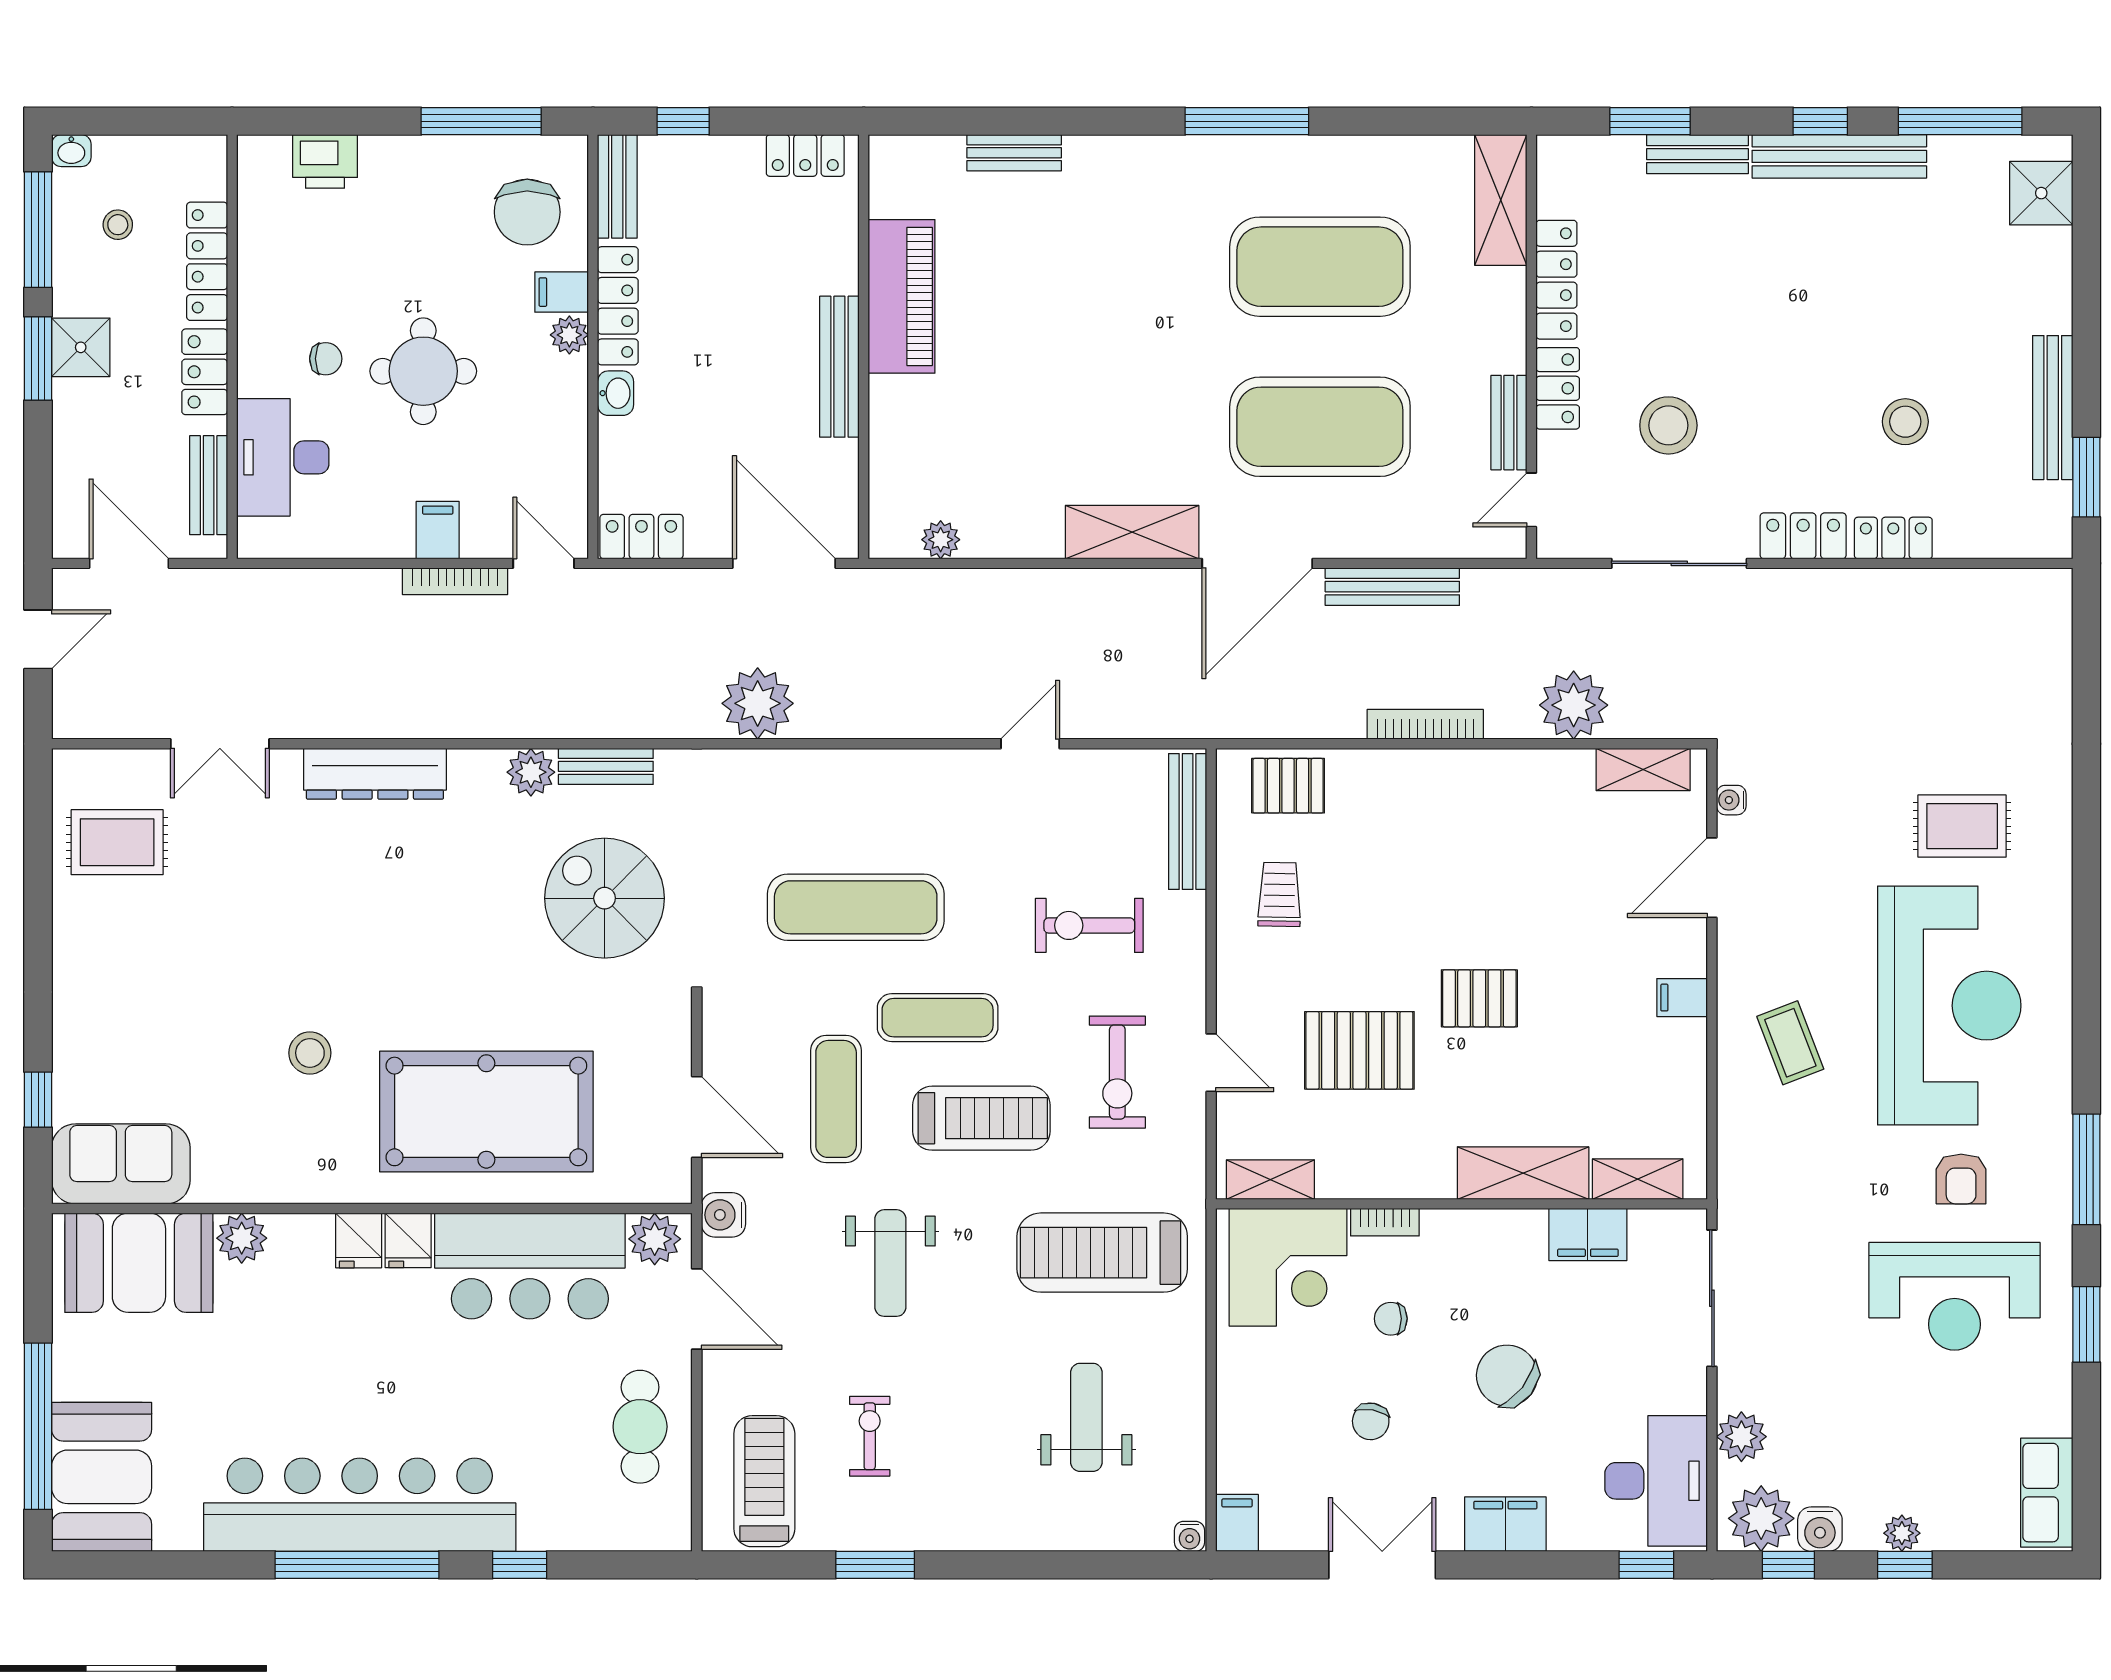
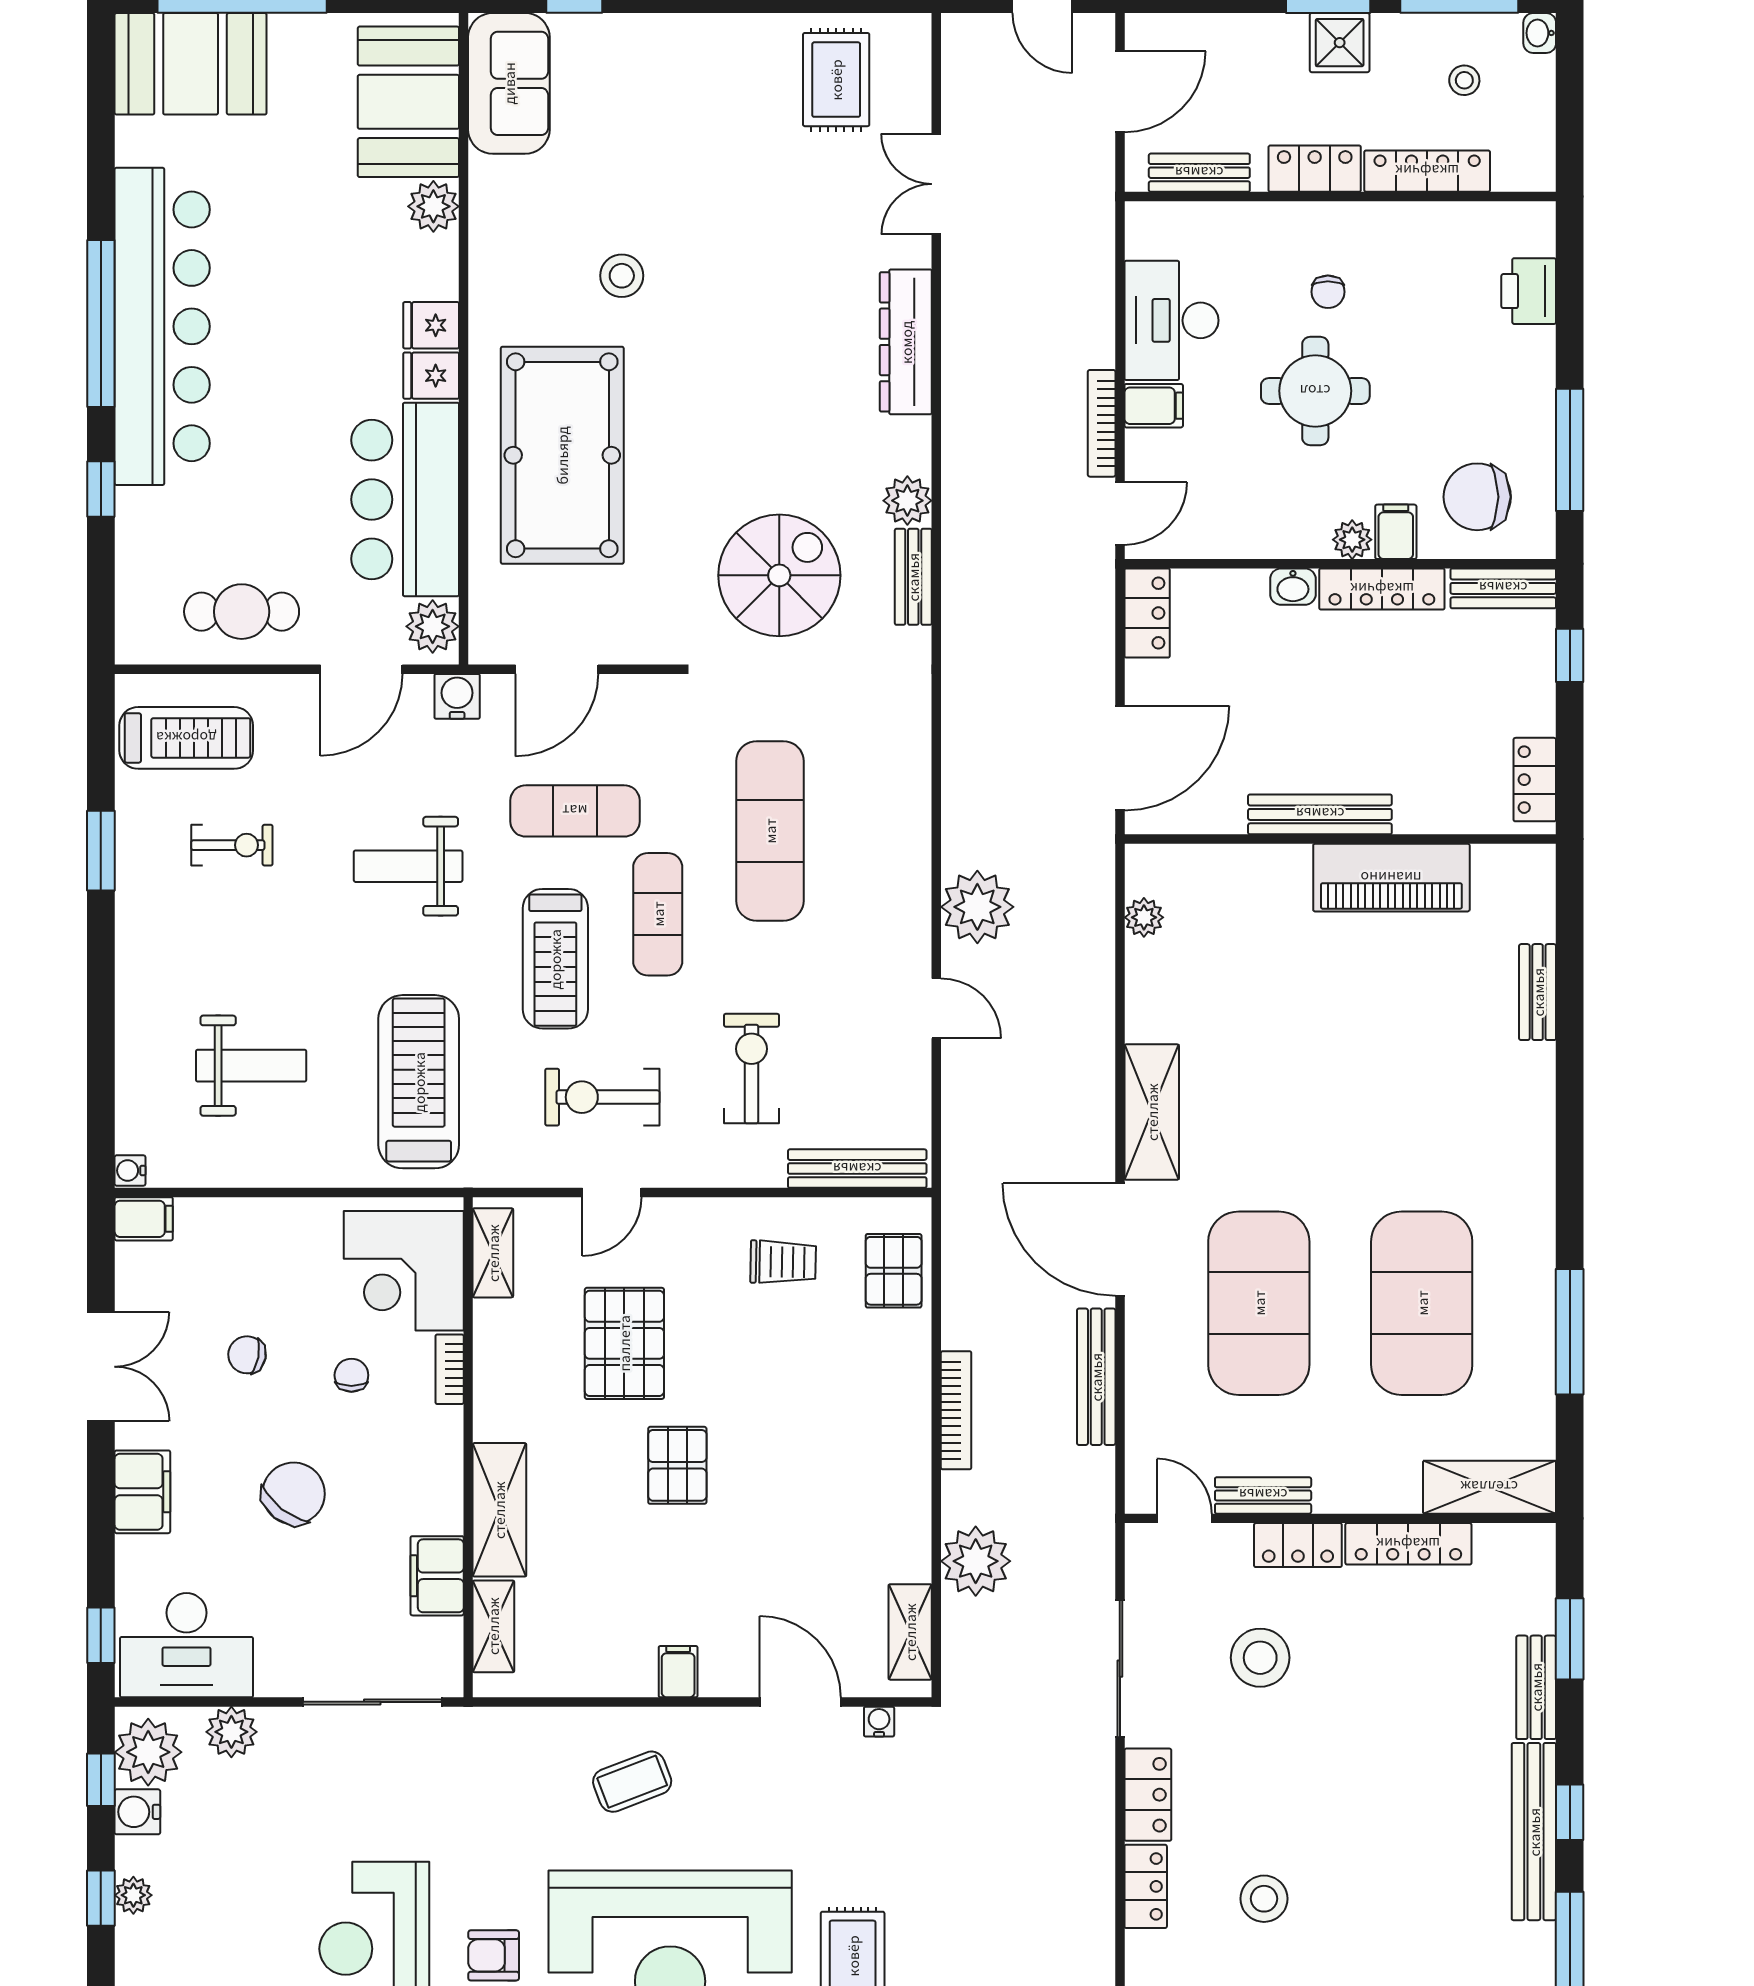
window: (1247, 121) -> (1570, 1332), moved
desk: (283, 457) -> (1171, 320), moved, turned -90
plant: (758, 703) -> (977, 907), moved

